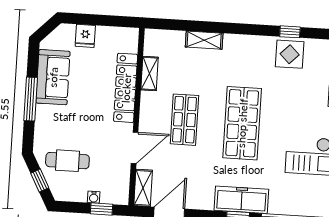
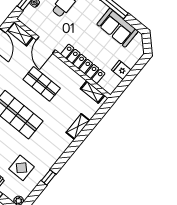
fridge: (85, 36) -> (121, 70), moved
display table: (290, 54) -> (22, 168), moved
shelving: (149, 73) -> (93, 92), moved

